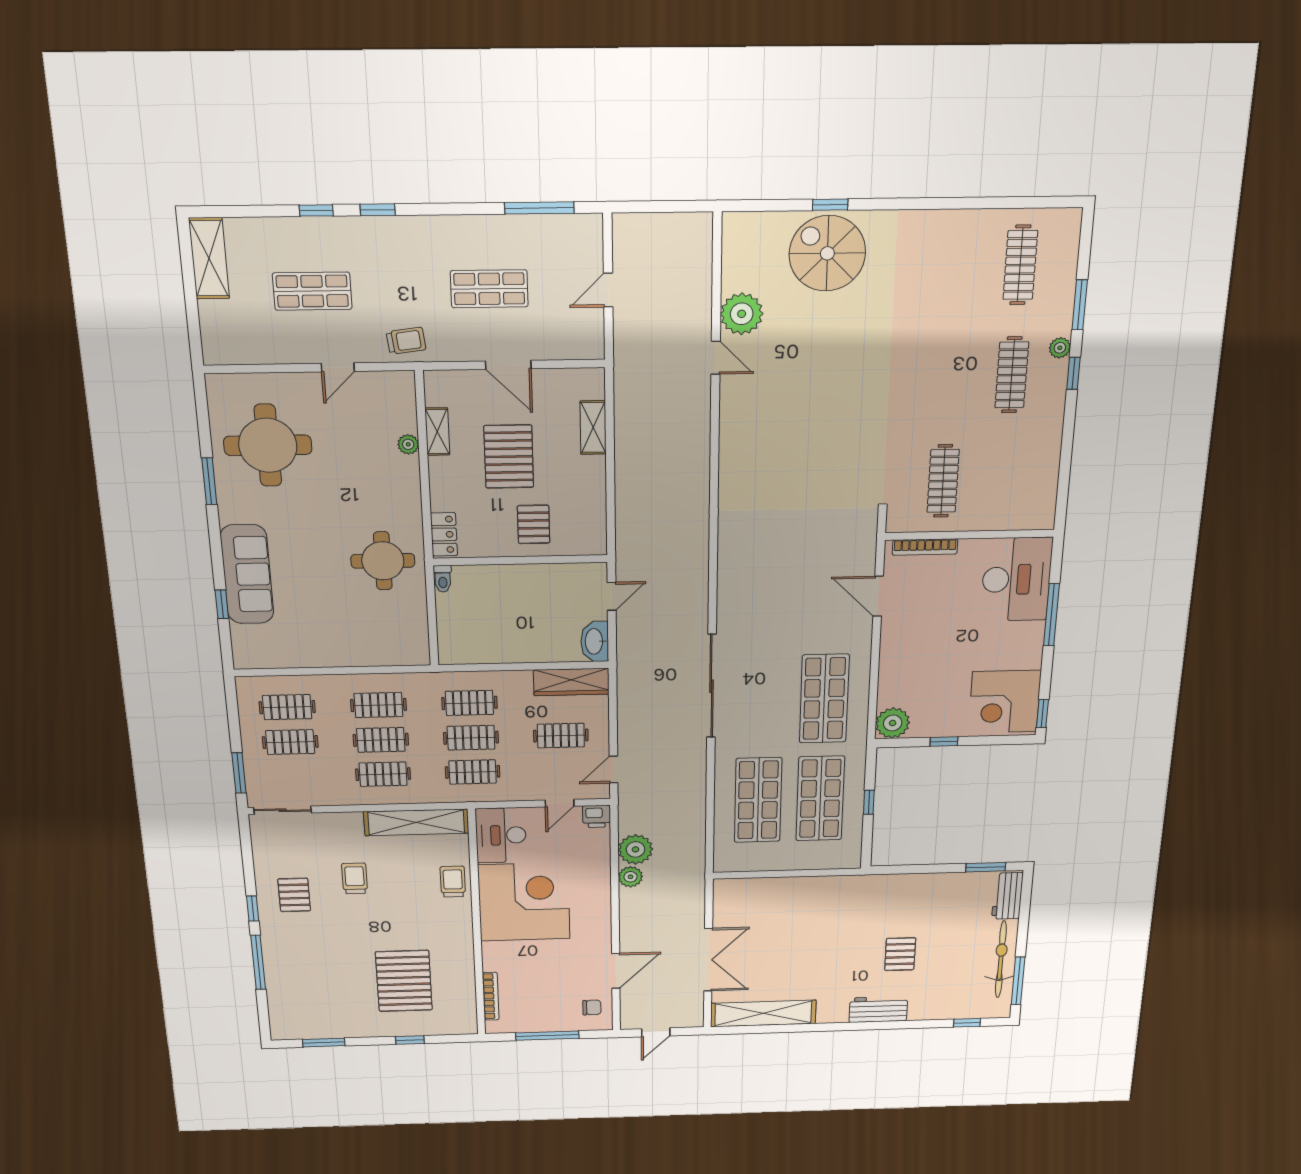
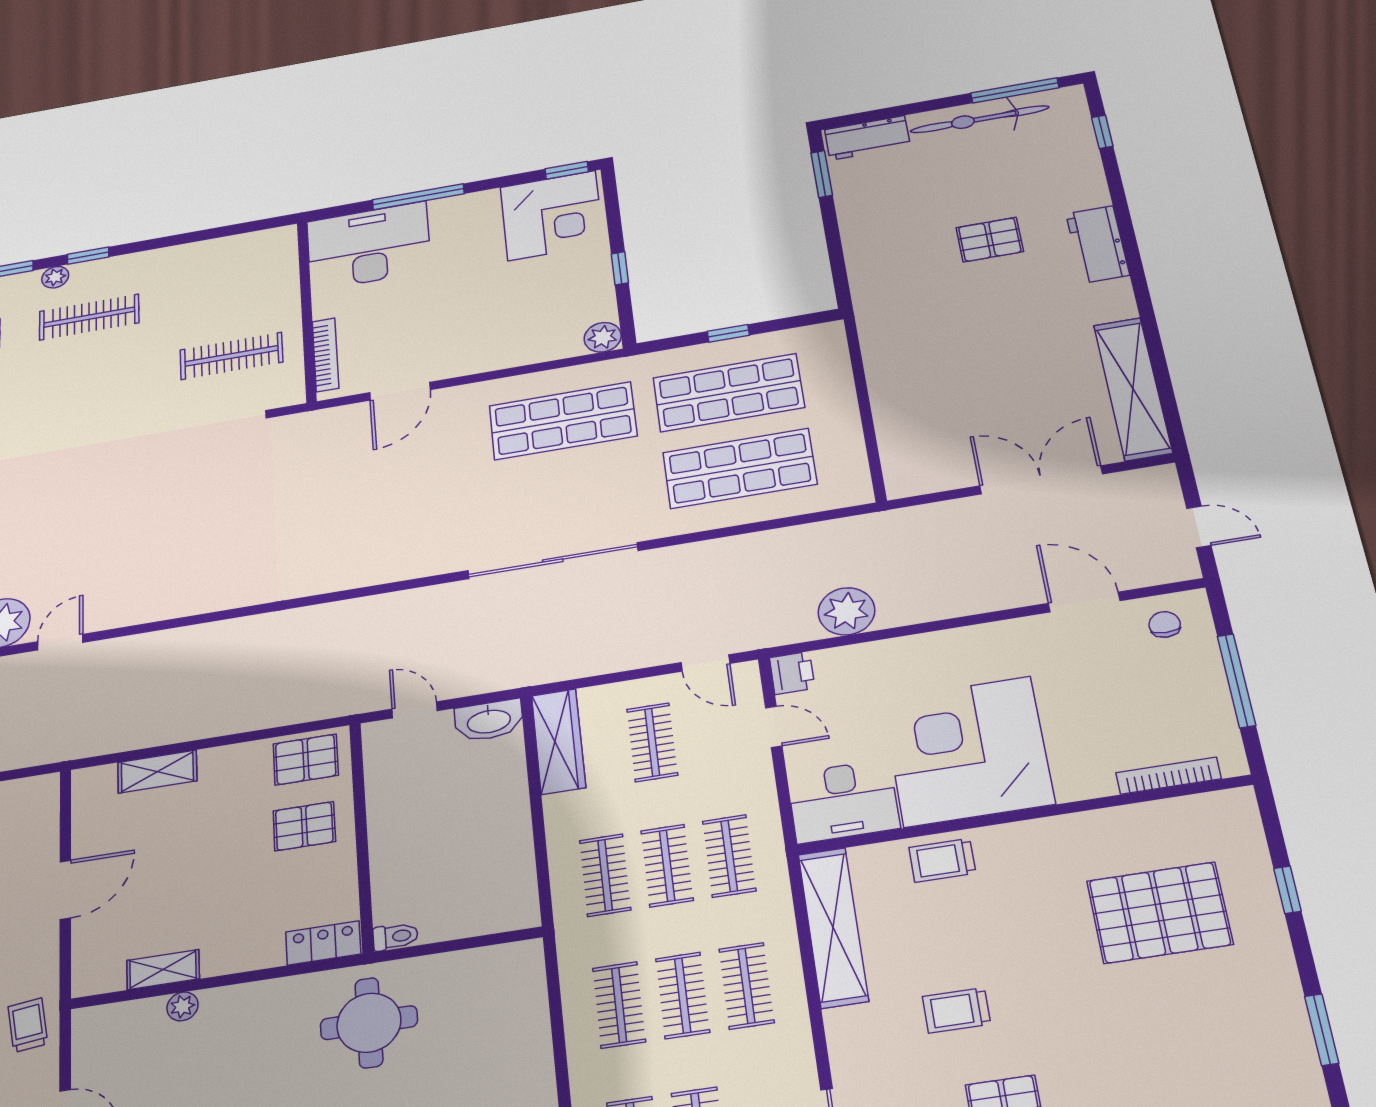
pallet: (509, 457) -> (306, 760), moved, width x0.67, depth x0.71
plant: (893, 723) -> (603, 337), width x0.73, depth x0.73
plant: (630, 877) -> (898, 610), removed

